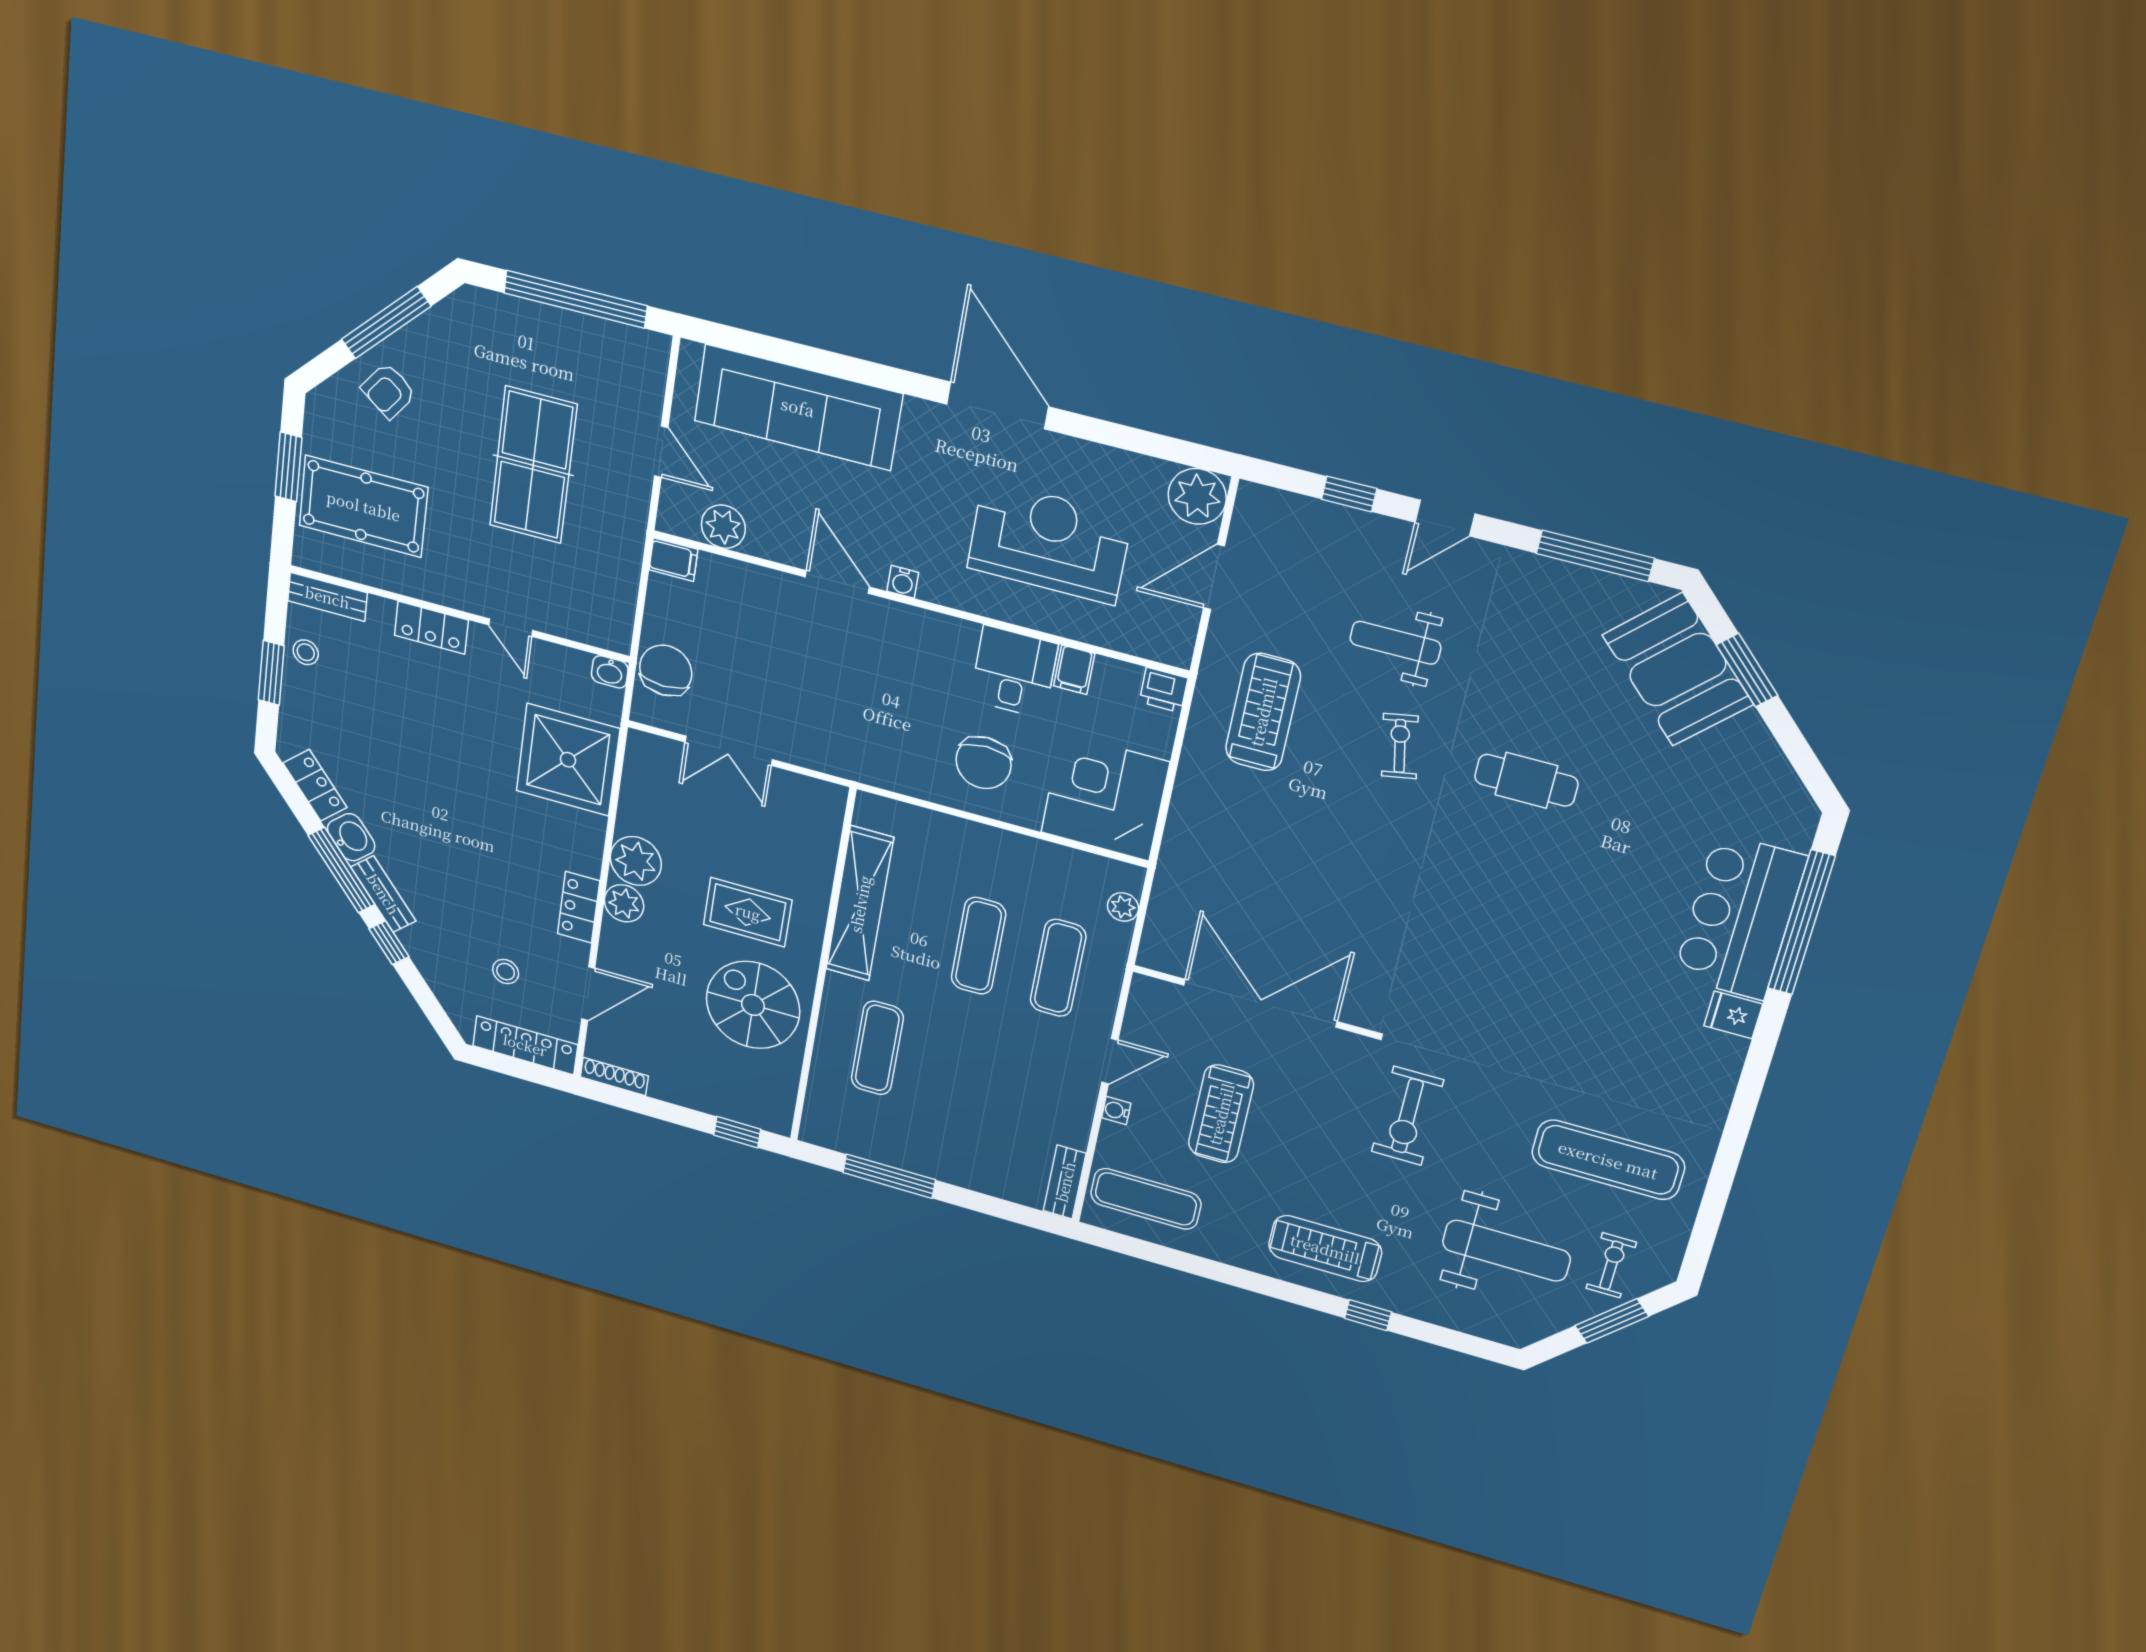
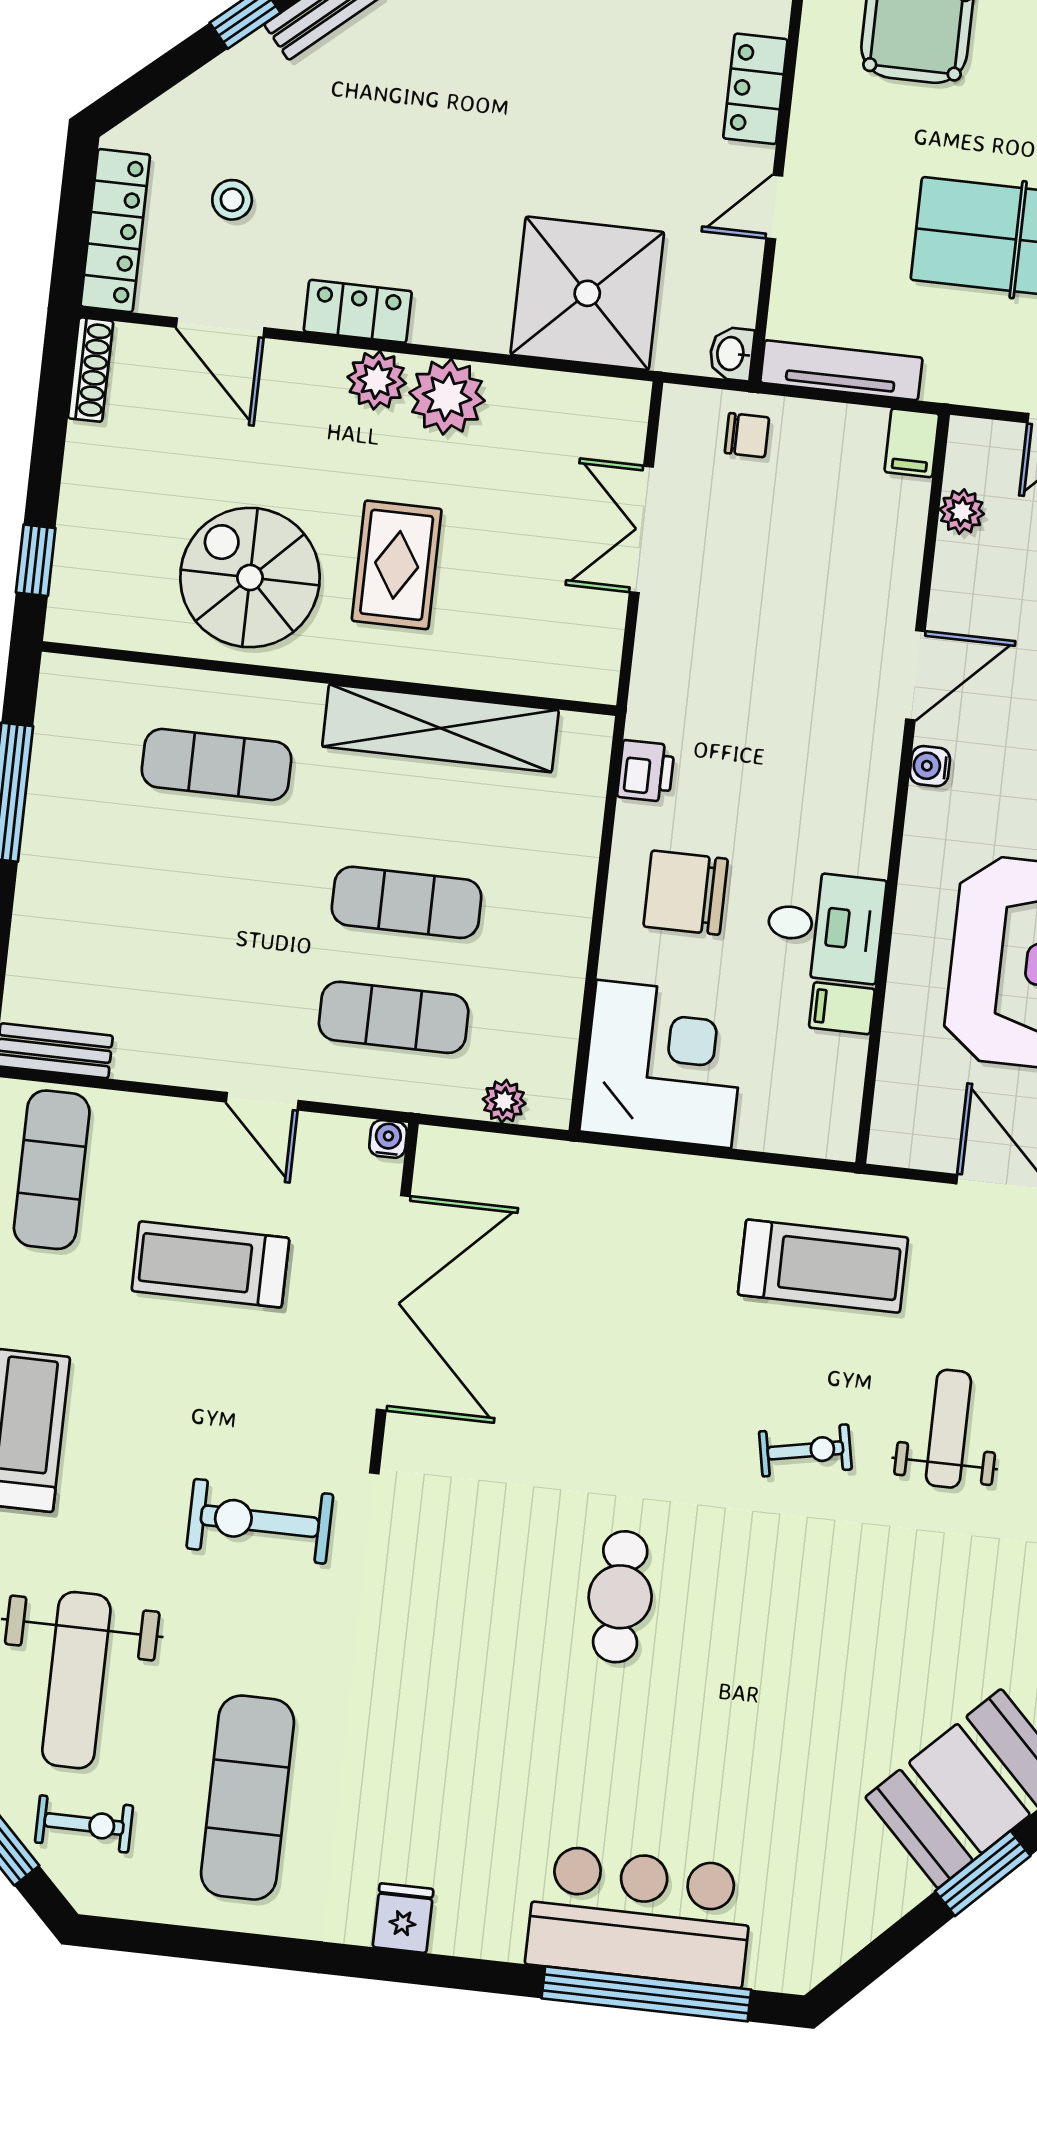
plant: (723, 527) -> (962, 512), width x0.73, depth x0.73
tv unit: (622, 600) -> (841, 370), added
chair: (666, 670) -> (747, 435), width x0.54, depth x0.54
printer: (1164, 690) -> (646, 771), moved, turned 180
cafe table: (1526, 780) -> (620, 1597), moved
spiral stairs: (753, 1005) -> (250, 578), turned -90
fridge: (1733, 1015) -> (403, 1918), moved
water cooler: (1116, 1110) -> (388, 1139), moved

